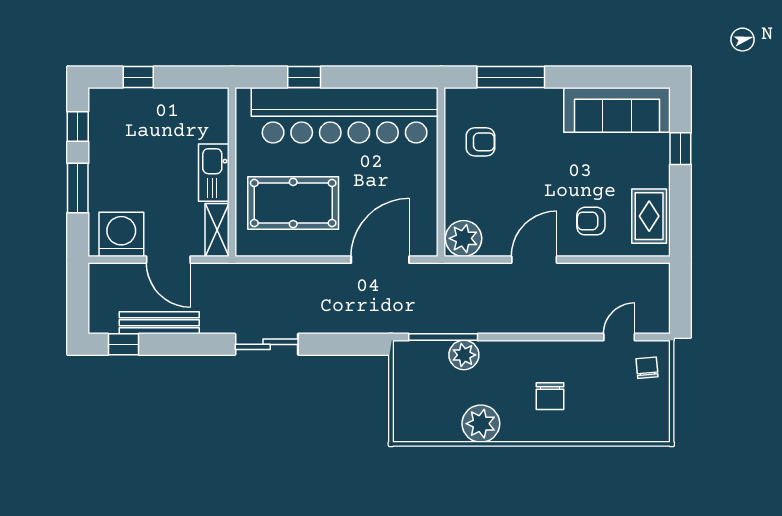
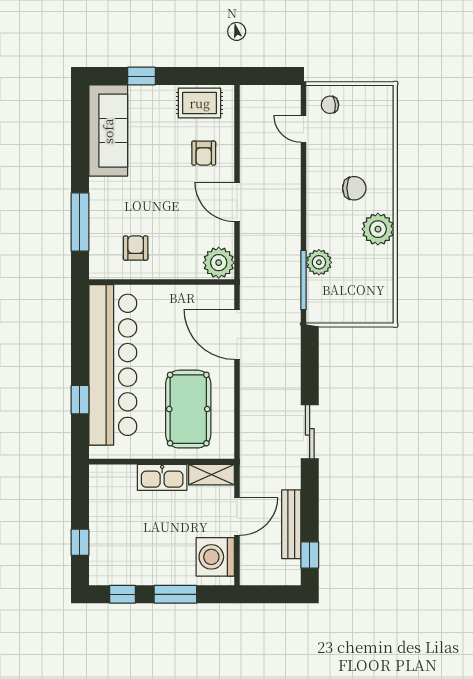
plant: (481, 424) -> (378, 229), moved

